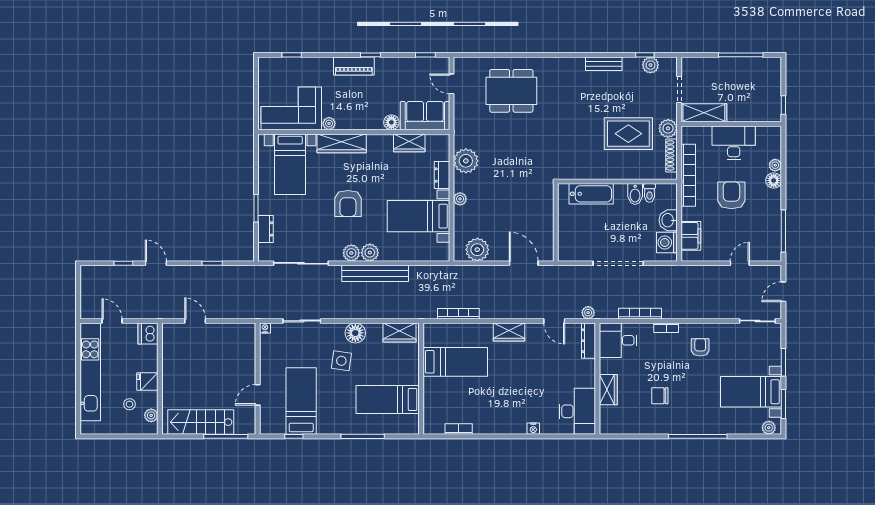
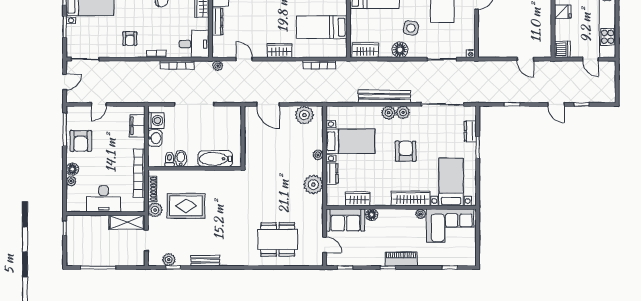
armchair: (731, 195) -> (81, 141), moved
dresser: (589, 341) -> (217, 22), moved

